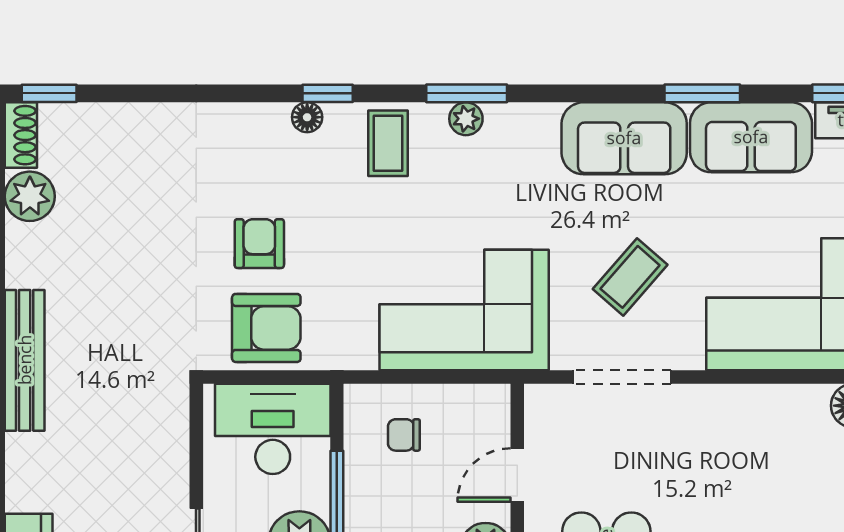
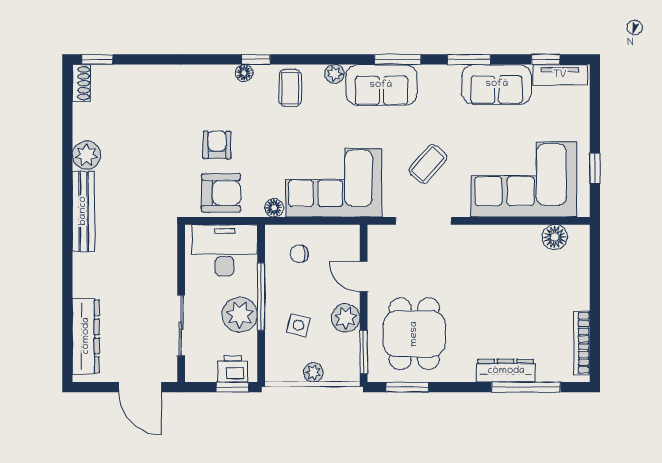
window: (467, 93) -> (398, 59), moved
sofa: (624, 138) -> (381, 85), moved
plant: (30, 196) -> (86, 155), moved
floor lamp: (360, 354) -> (274, 208), added
door: (517, 475) -> (364, 277), hinge flipped

